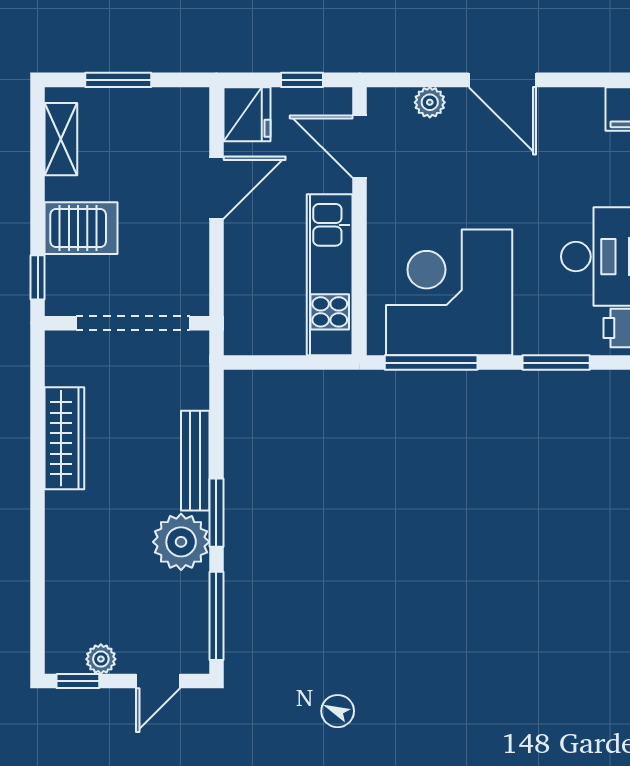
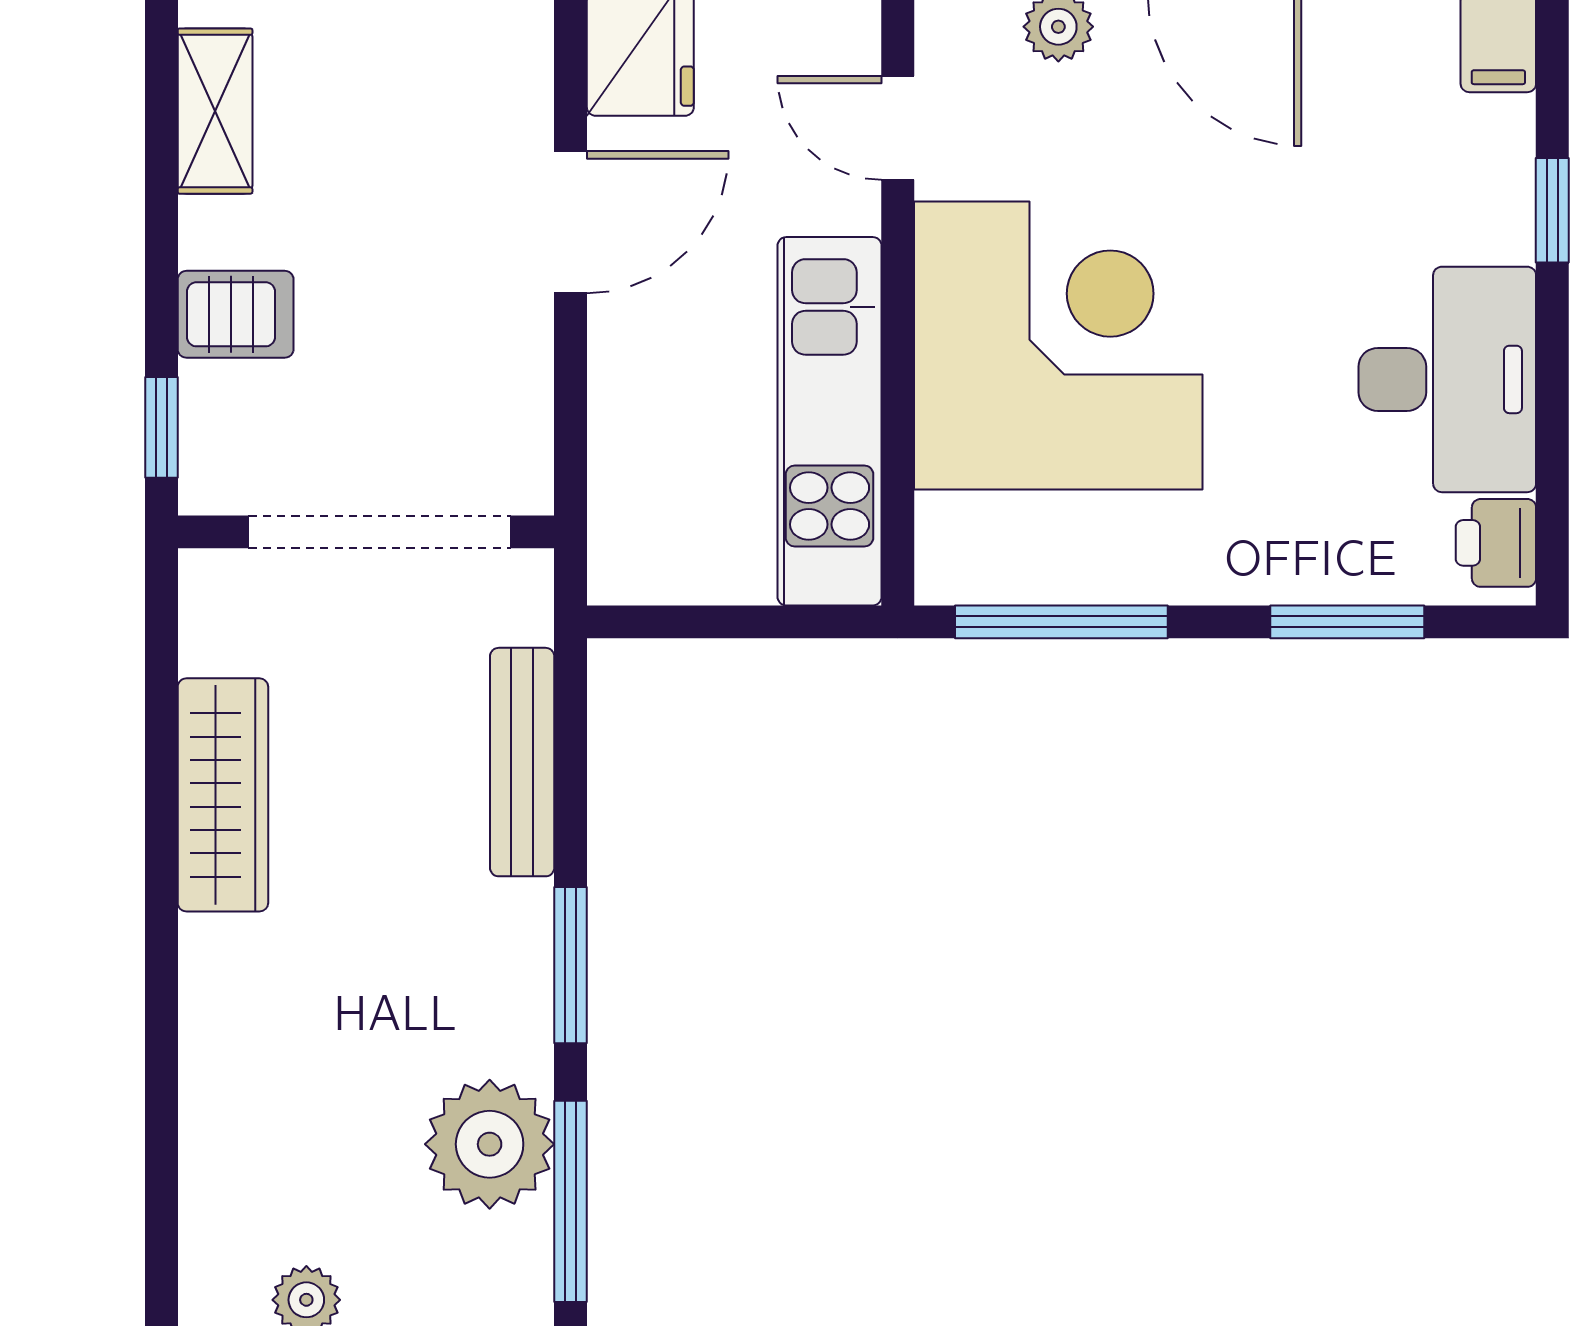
door: (360, 147) -> (898, 128), width x0.73
server rack: (81, 228) -> (236, 314), width x0.73, depth x0.70
corner desk: (449, 292) -> (1058, 345), moved, turned 90
bench: (195, 461) -> (522, 762), moved
plant: (181, 542) -> (490, 1144), moved

